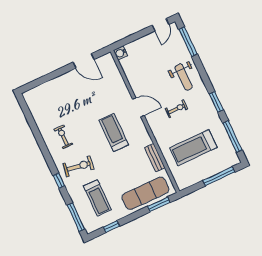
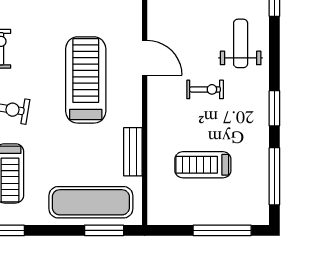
weight bench: (184, 77) -> (241, 43), turned 180
treadmill: (114, 132) -> (86, 80), width x1.37, depth x1.38
treadmill: (193, 148) -> (203, 165), width x0.73, depth x0.73

